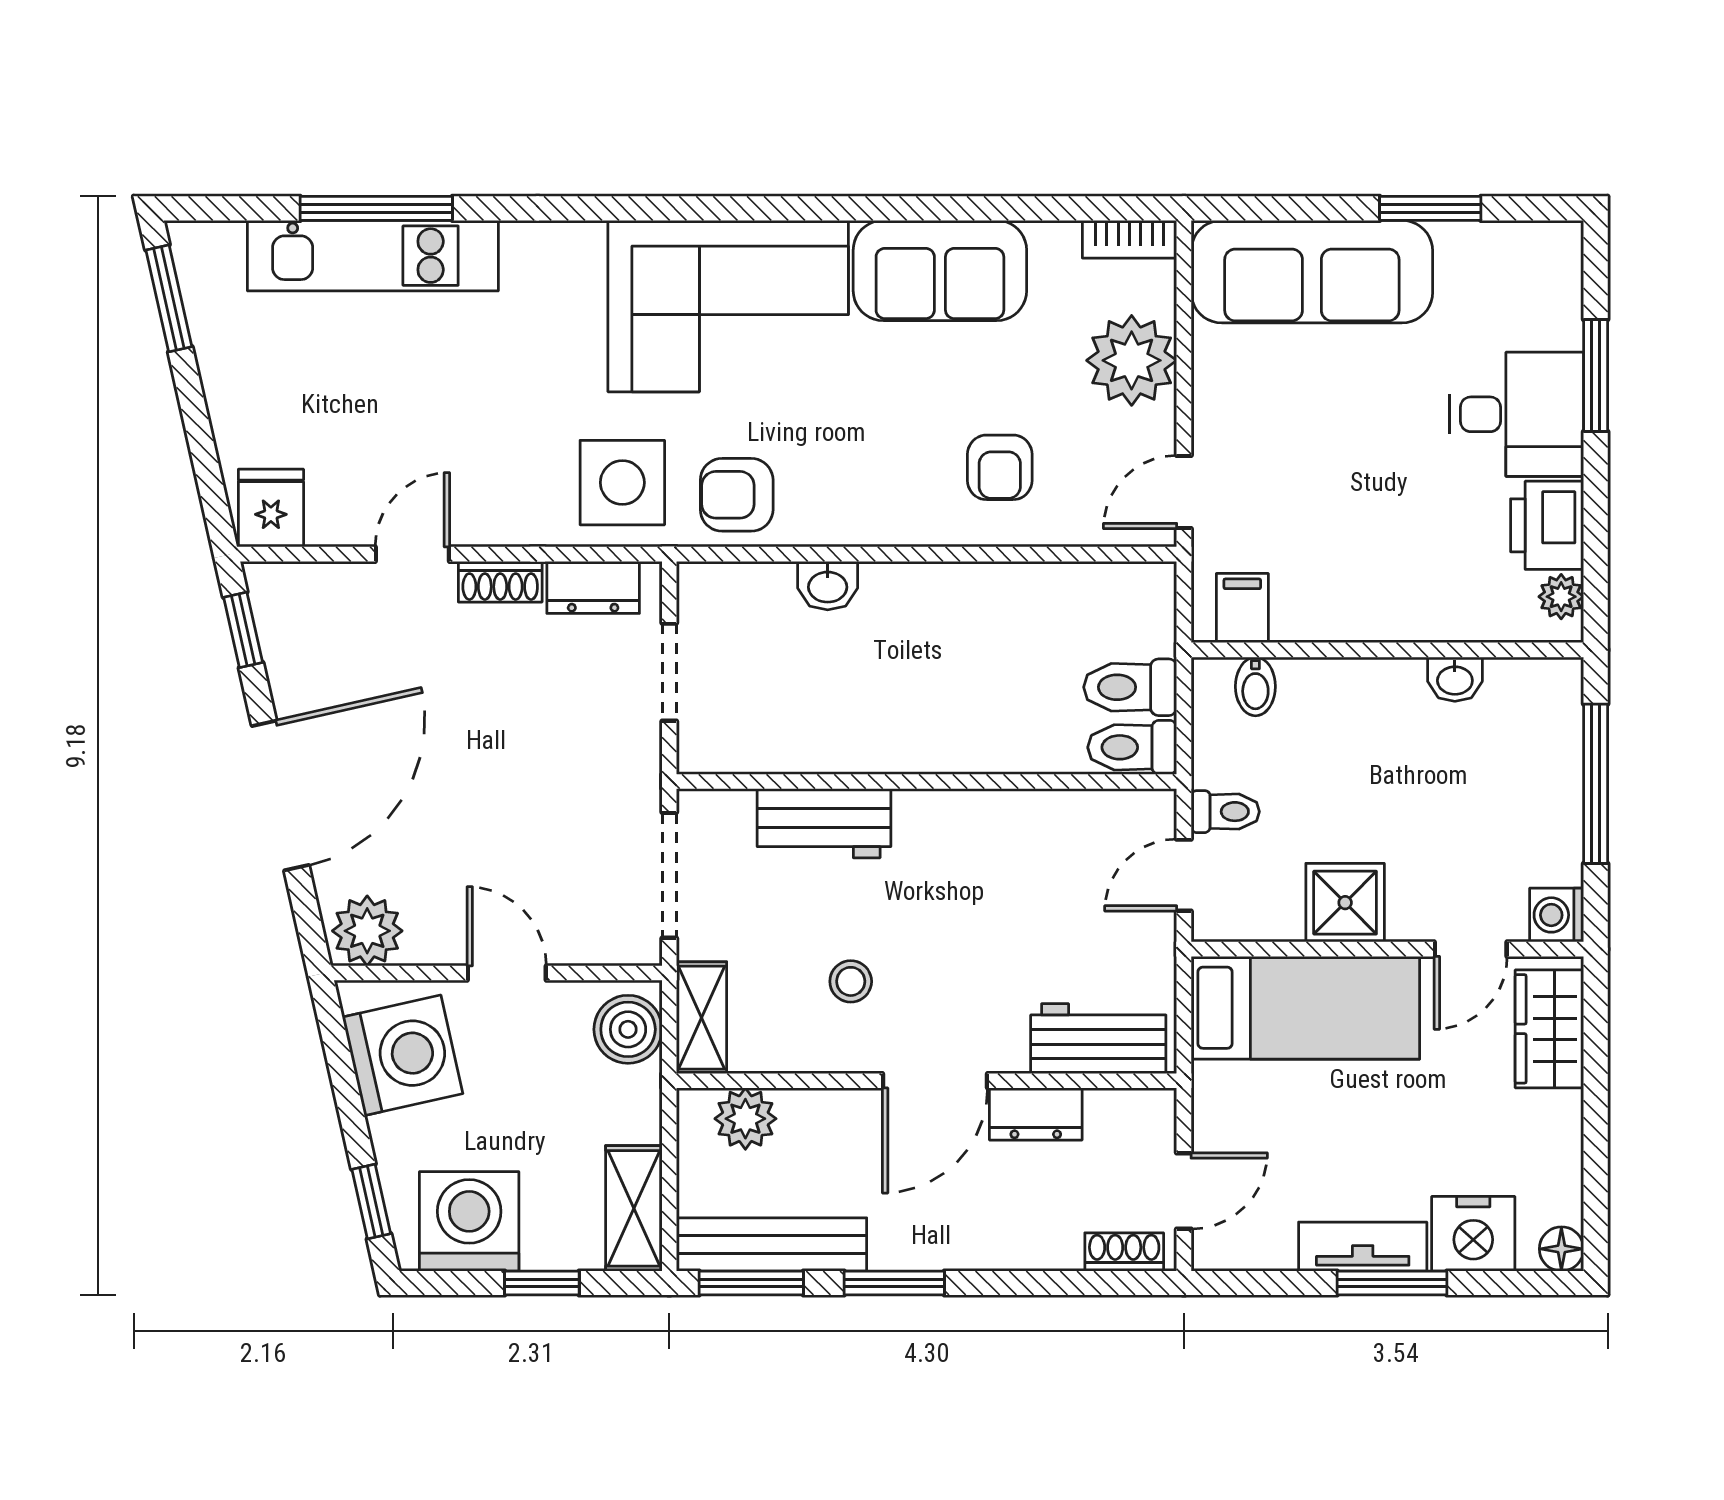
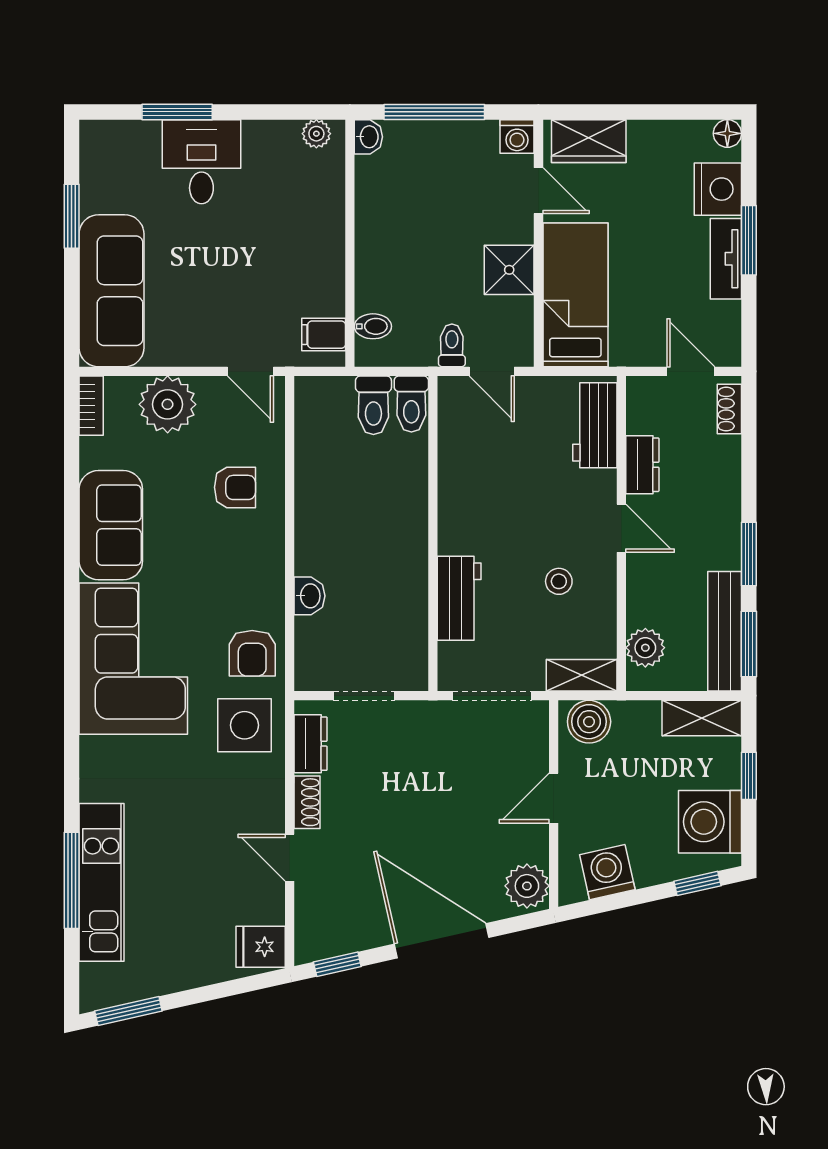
printer: (1547, 525) -> (271, 143), removed
washbasin: (1455, 679) -> (368, 137), moved
washing machine: (403, 1055) -> (607, 872), width x0.73, depth x0.73
door: (935, 1081) -> (621, 528), width x0.73

